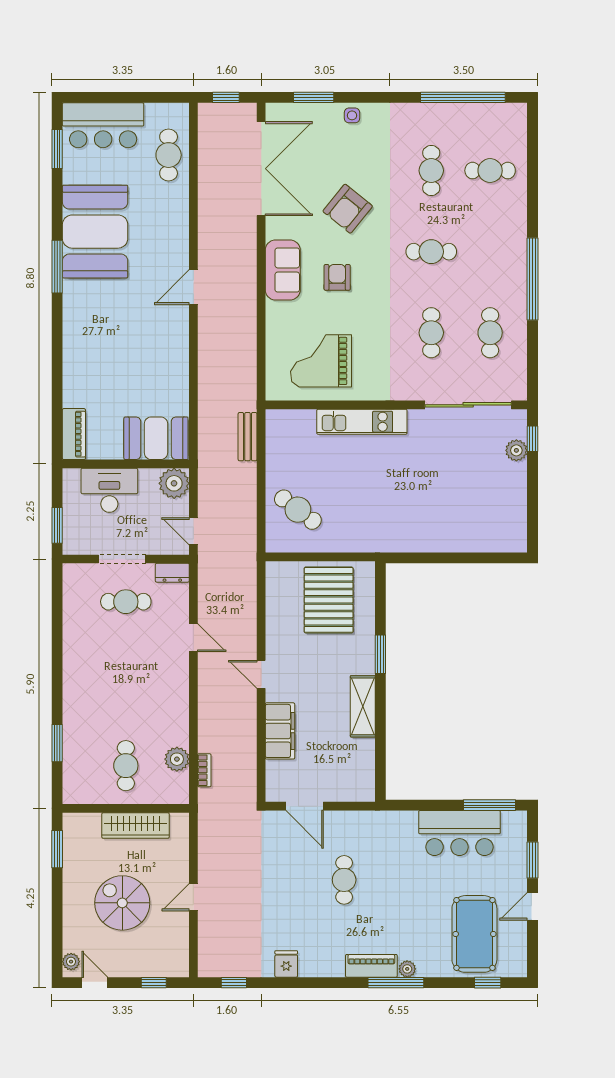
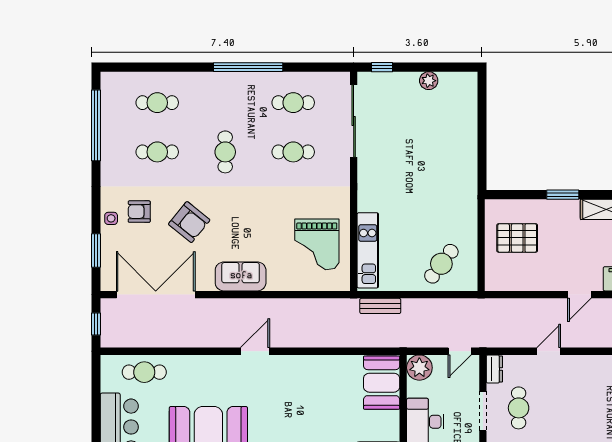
cafe table: (490, 171) -> (157, 103), turned 90
armchair: (337, 277) -> (139, 212), moved
door: (193, 287) -> (255, 351), swing flipped
kitchen unit: (362, 422) -> (368, 250), moved
plant: (516, 450) -> (429, 81), moved
pallet: (329, 600) -> (517, 238), width x0.73, depth x0.71

